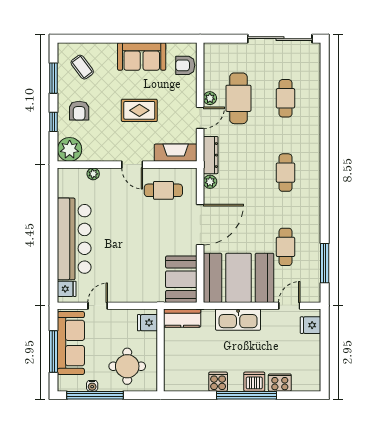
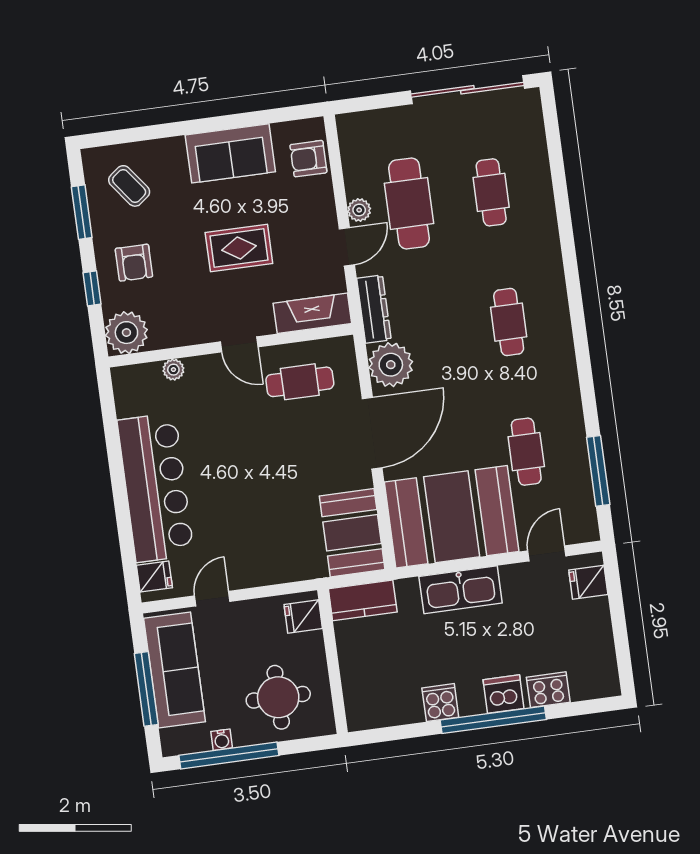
plant: (210, 182) -> (391, 365), width x1.88, depth x1.88

